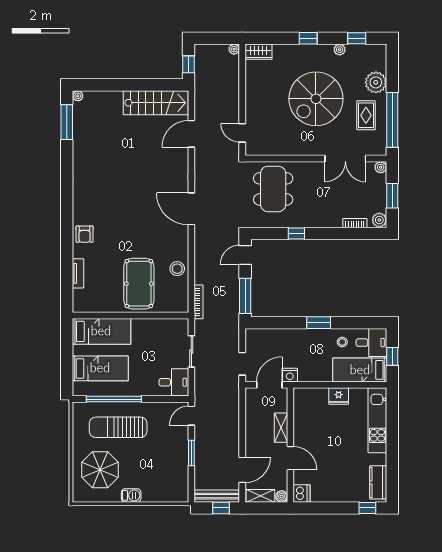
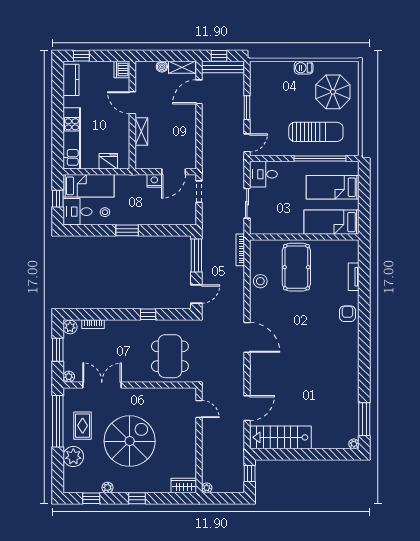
shelving: (281, 428) -> (141, 131), moved
wall: (290, 445) -> (132, 115), moved
door: (290, 458) -> (132, 103), moved
dishwasher: (302, 493) -> (122, 70), moved

